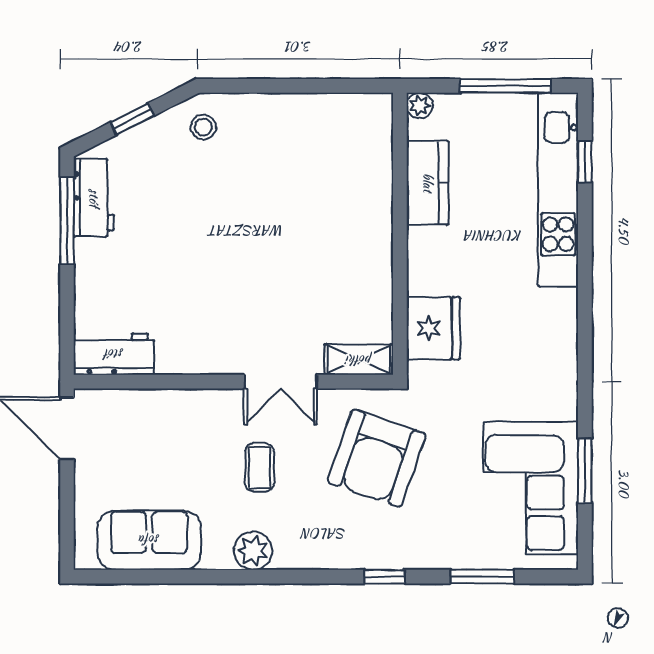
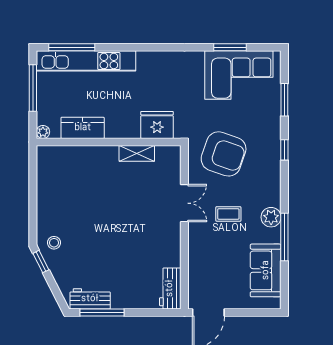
window: (132, 119) -> (41, 262), moved
window: (585, 162) -> (72, 47), width x2.17
shelving: (359, 360) -> (137, 153), moved, turned 90
window: (215, 577) -> (284, 237), added

